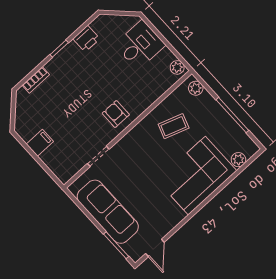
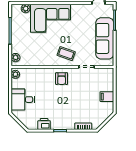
coffee table: (174, 126) -> (66, 54), moved

